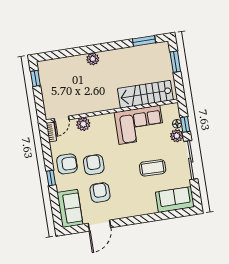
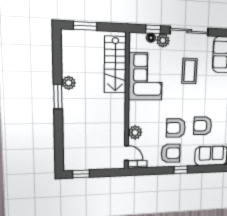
window: (144, 41) -> (58, 97), moved
plant: (93, 59) -> (69, 83), moved
armchair: (67, 164) -> (171, 153), turned 90

